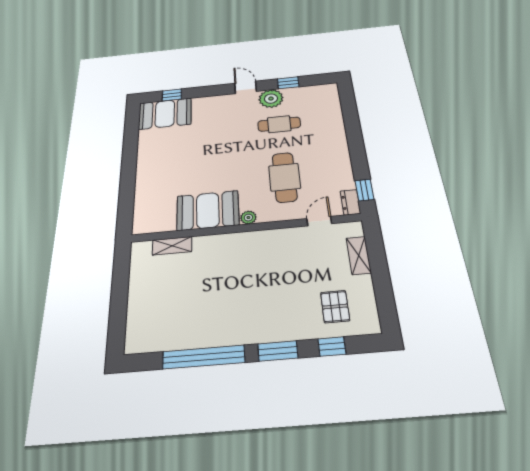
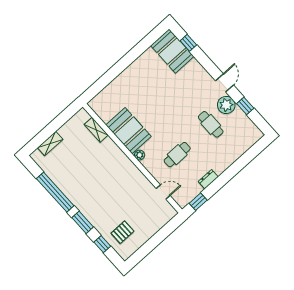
cafe table: (285, 177) -> (177, 155), width x0.73, depth x0.74
dresser: (350, 202) -> (208, 179), moved
shelving: (359, 255) -> (50, 144), moved

